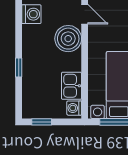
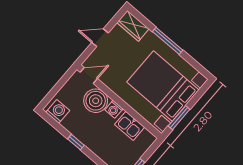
window: (19, 67) -> (76, 142), moved
washing machine: (74, 108) -> (114, 109), moved

